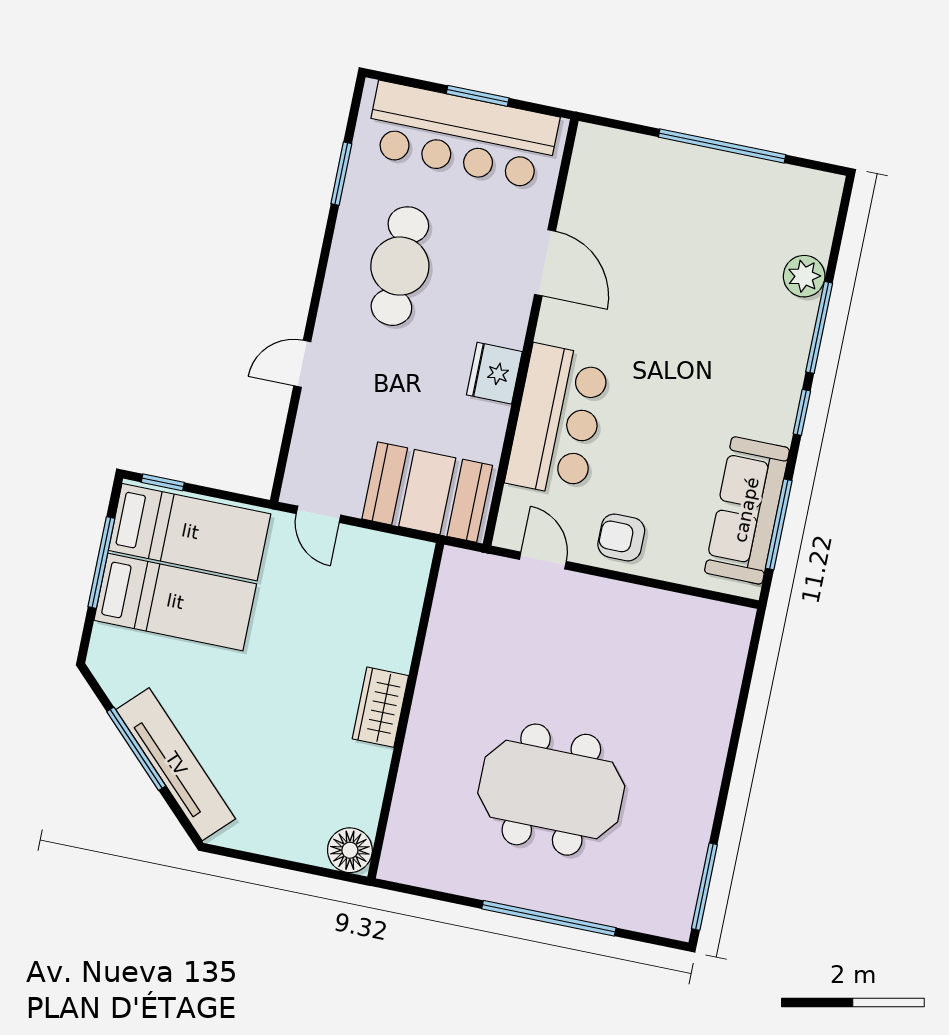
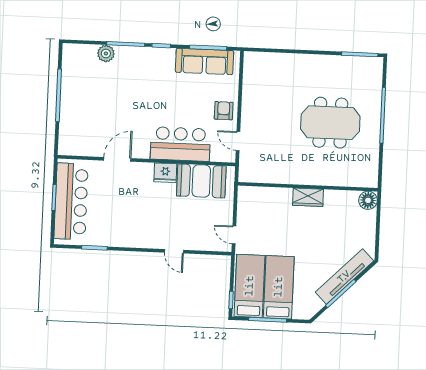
cafe table: (400, 266) -> (128, 218), removed
booth: (427, 492) -> (201, 181), moved, turned 90
door: (318, 514) -> (234, 235), swing flipped
armchair: (621, 537) -> (224, 111), turned 180
door: (543, 560) -> (238, 141), hinge flipped
meeting table: (551, 790) -> (330, 123), turned 90

